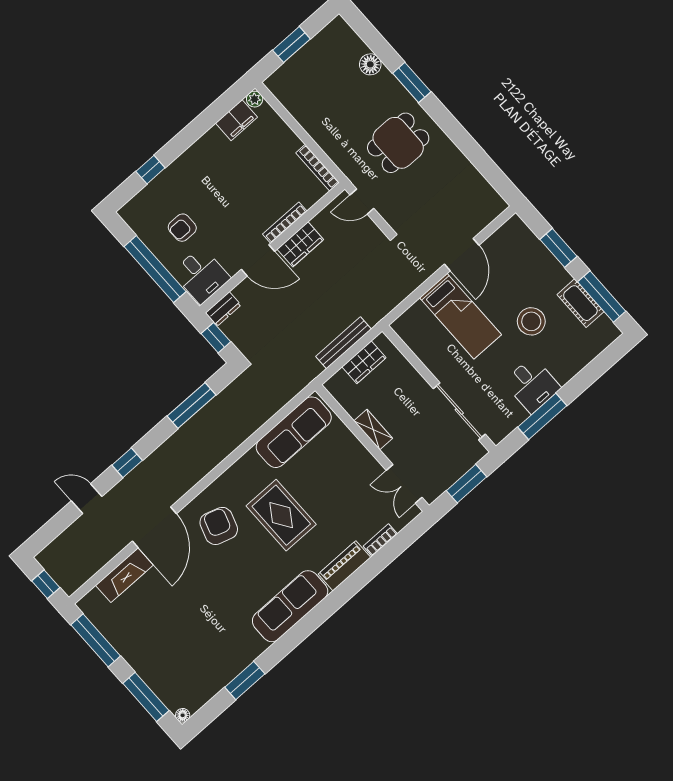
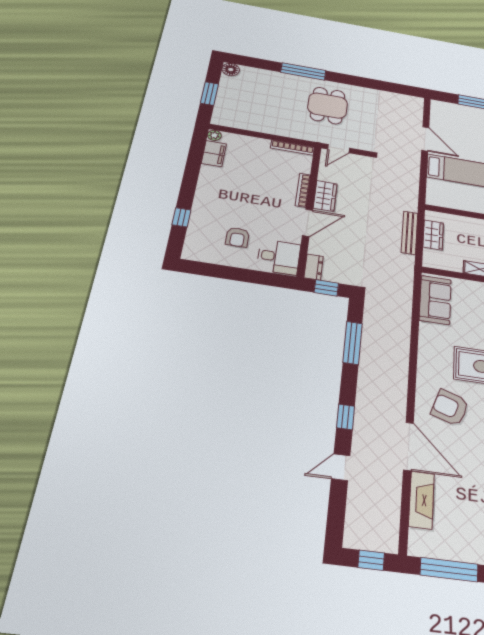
floor lamp: (370, 64) -> (231, 70), moved
window: (412, 82) -> (303, 71), width x1.44
window: (155, 269) -> (243, 275), removed
sofa: (294, 432) -> (435, 300), width x0.73

